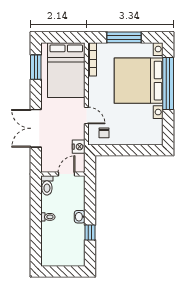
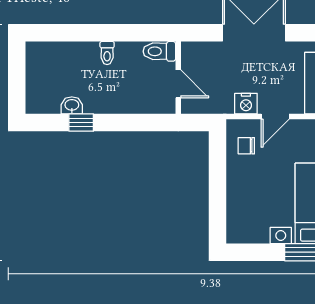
nightstand: (79, 147) -> (246, 104), moved
washbasin: (80, 217) -> (72, 105), moved

